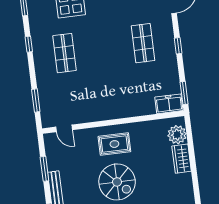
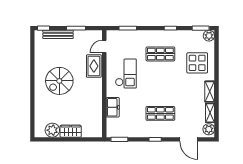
checkout: (96, 95) -> (126, 74), added
freezer: (169, 104) -> (113, 107), moved
plant: (177, 135) -> (52, 130), moved
rug: (114, 144) -> (94, 66), moved

